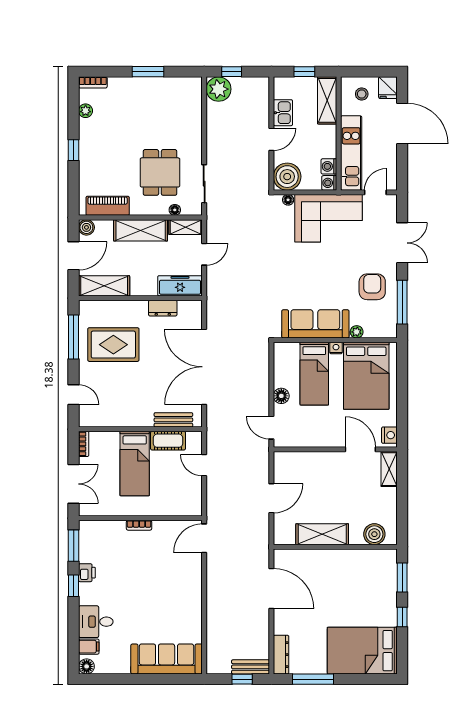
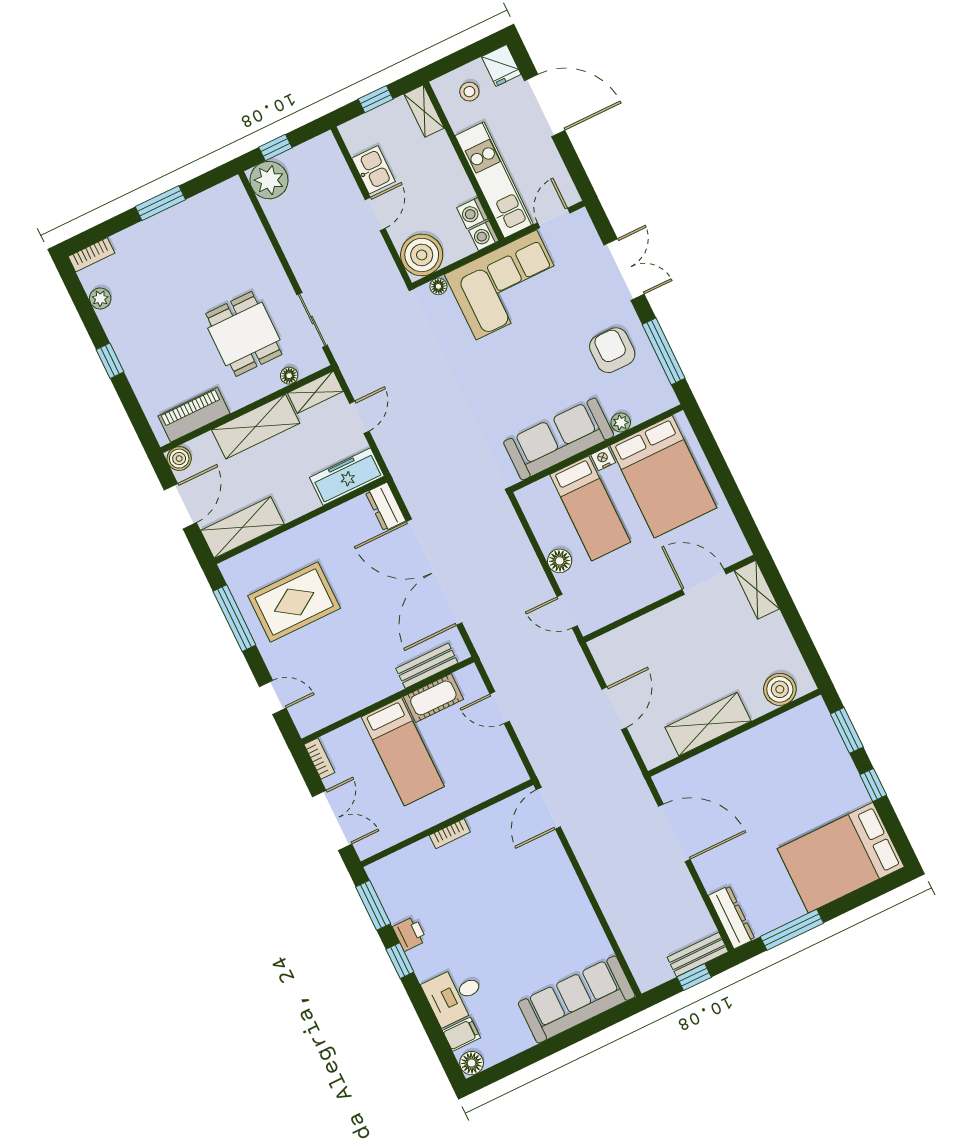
shelving: (327, 100) -> (424, 111), width x0.67, depth x0.75
dresser: (163, 308) -> (386, 507), moved, turned 90
nightstand: (389, 435) -> (735, 543), removed

